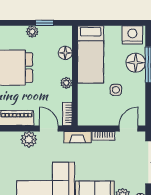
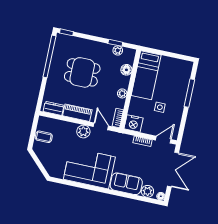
plant: (32, 32) -> (118, 50), moved
nightstand: (132, 35) -> (134, 123), moved, turned 180
floor lamp: (136, 63) -> (180, 89), removed
fireplace: (78, 137) -> (122, 138), removed

